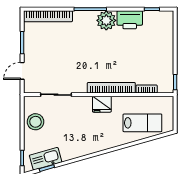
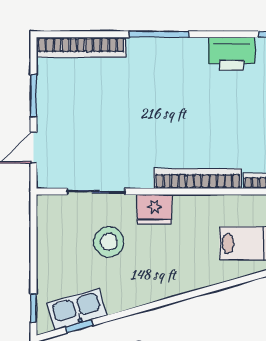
plant: (106, 20) -> (188, 55), removed
fridge: (102, 104) -> (154, 209), moved
stool: (35, 122) -> (109, 242), moved

